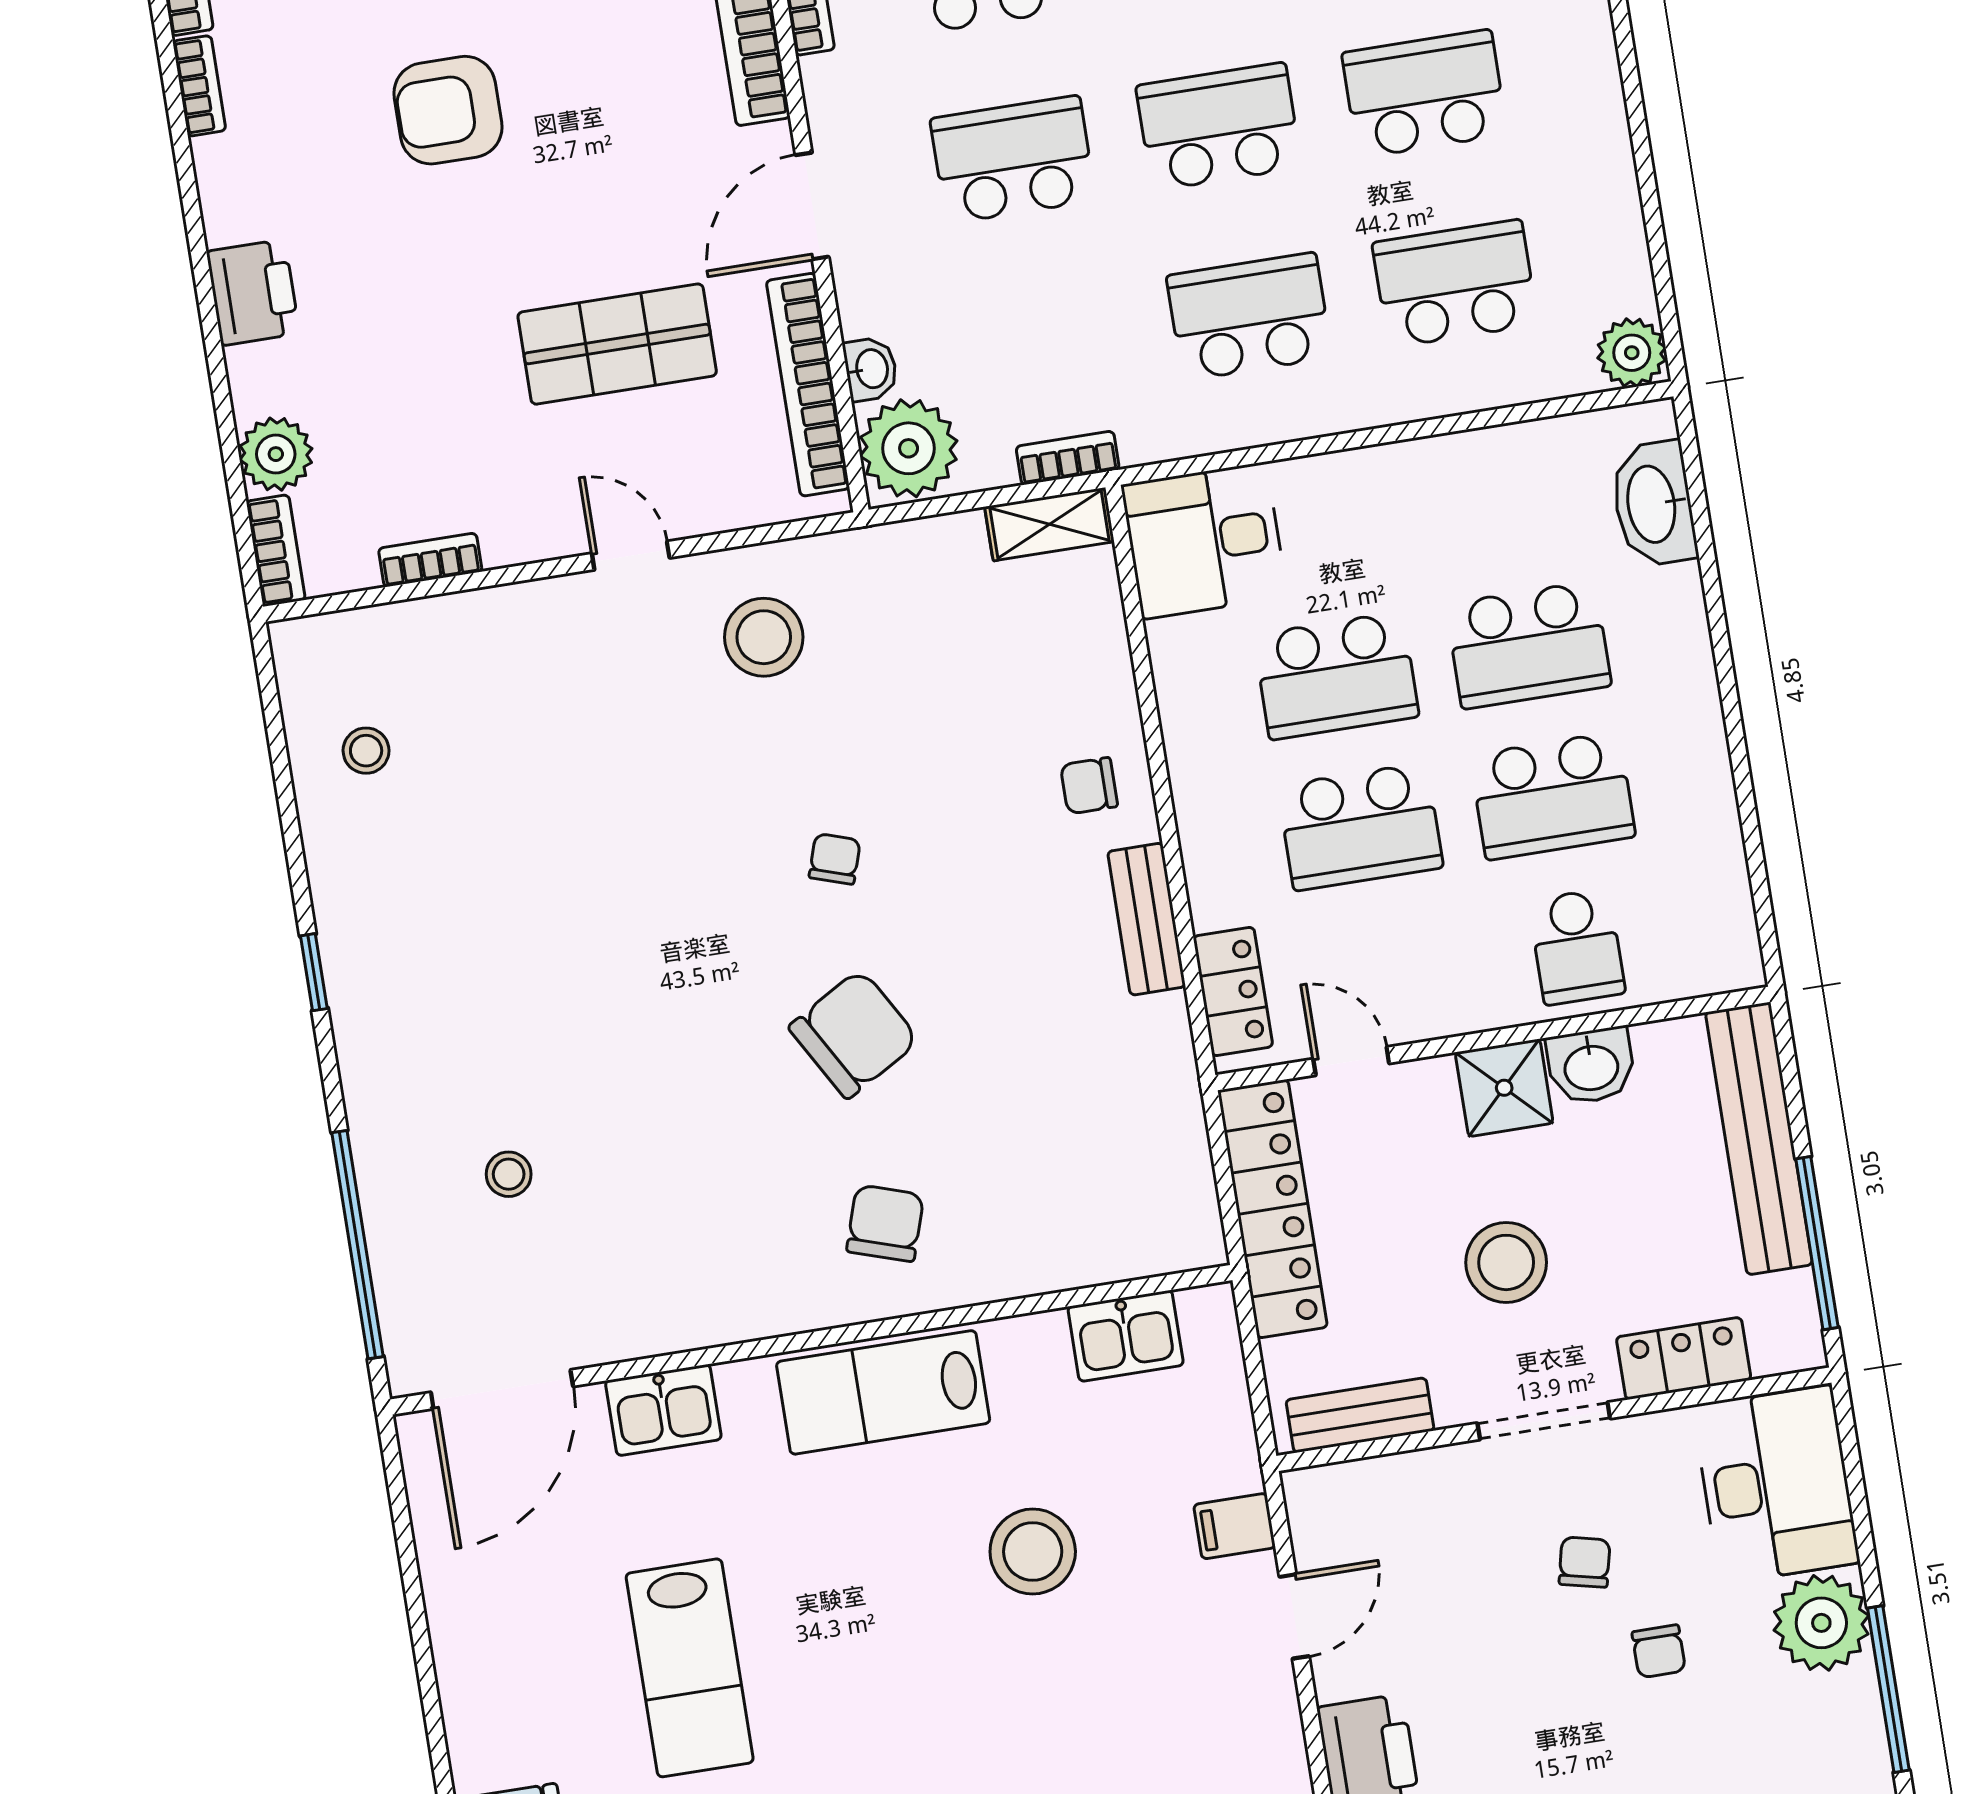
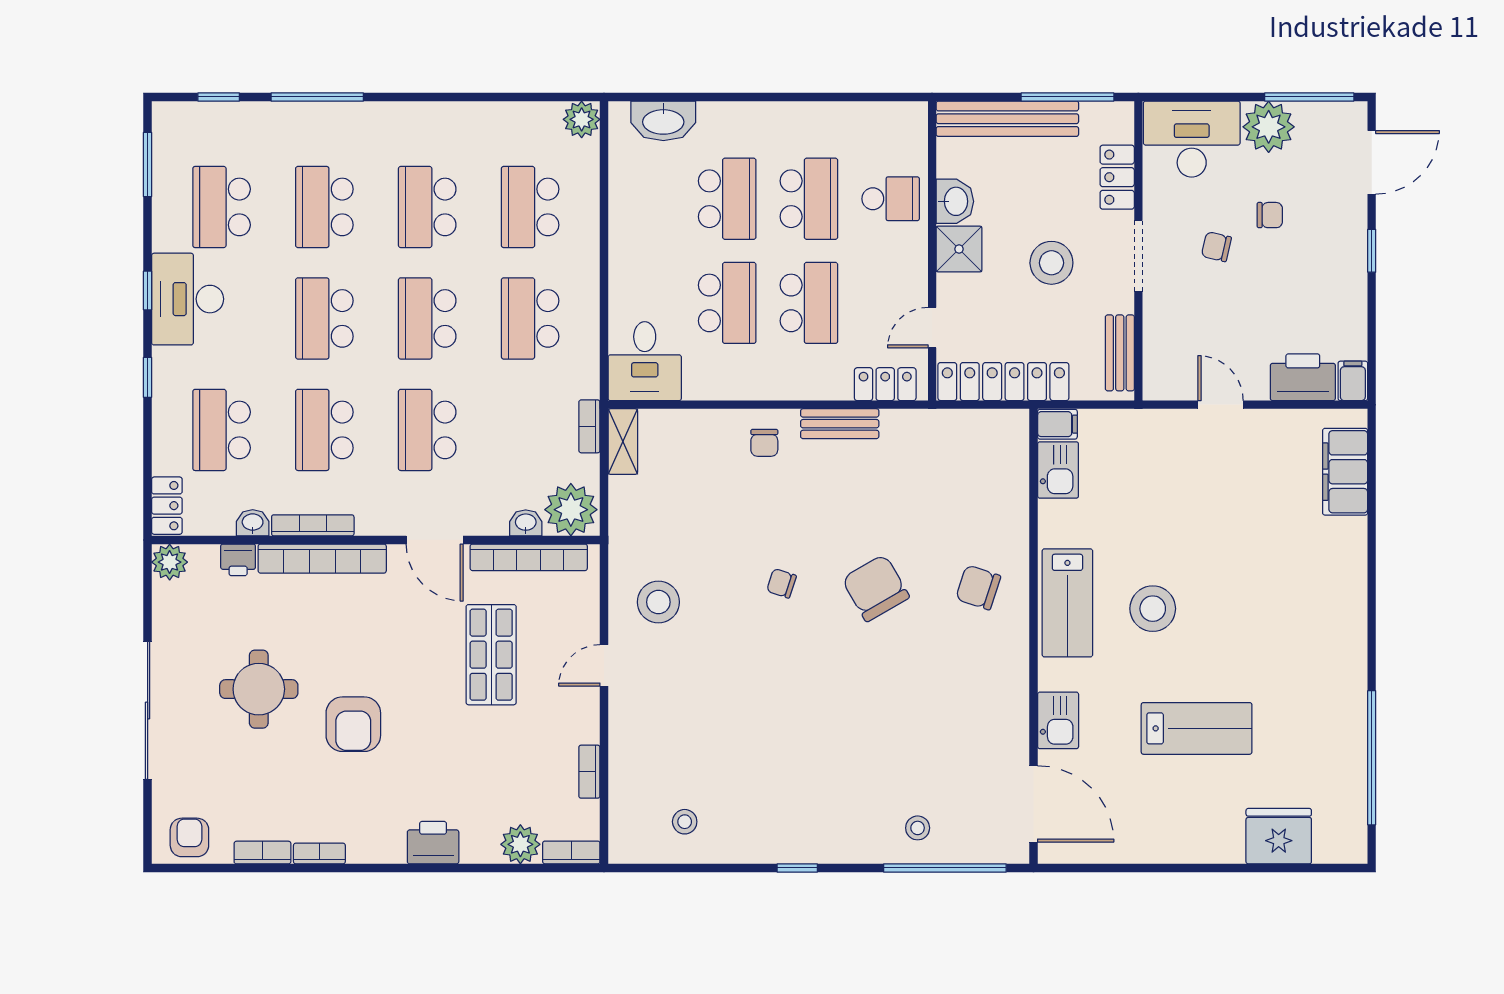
stool: (509, 1174) -> (918, 828), moved
filing cabinet: (1234, 1526) -> (1057, 424), moved, turned -90
stool: (1033, 1552) -> (1153, 609), moved

